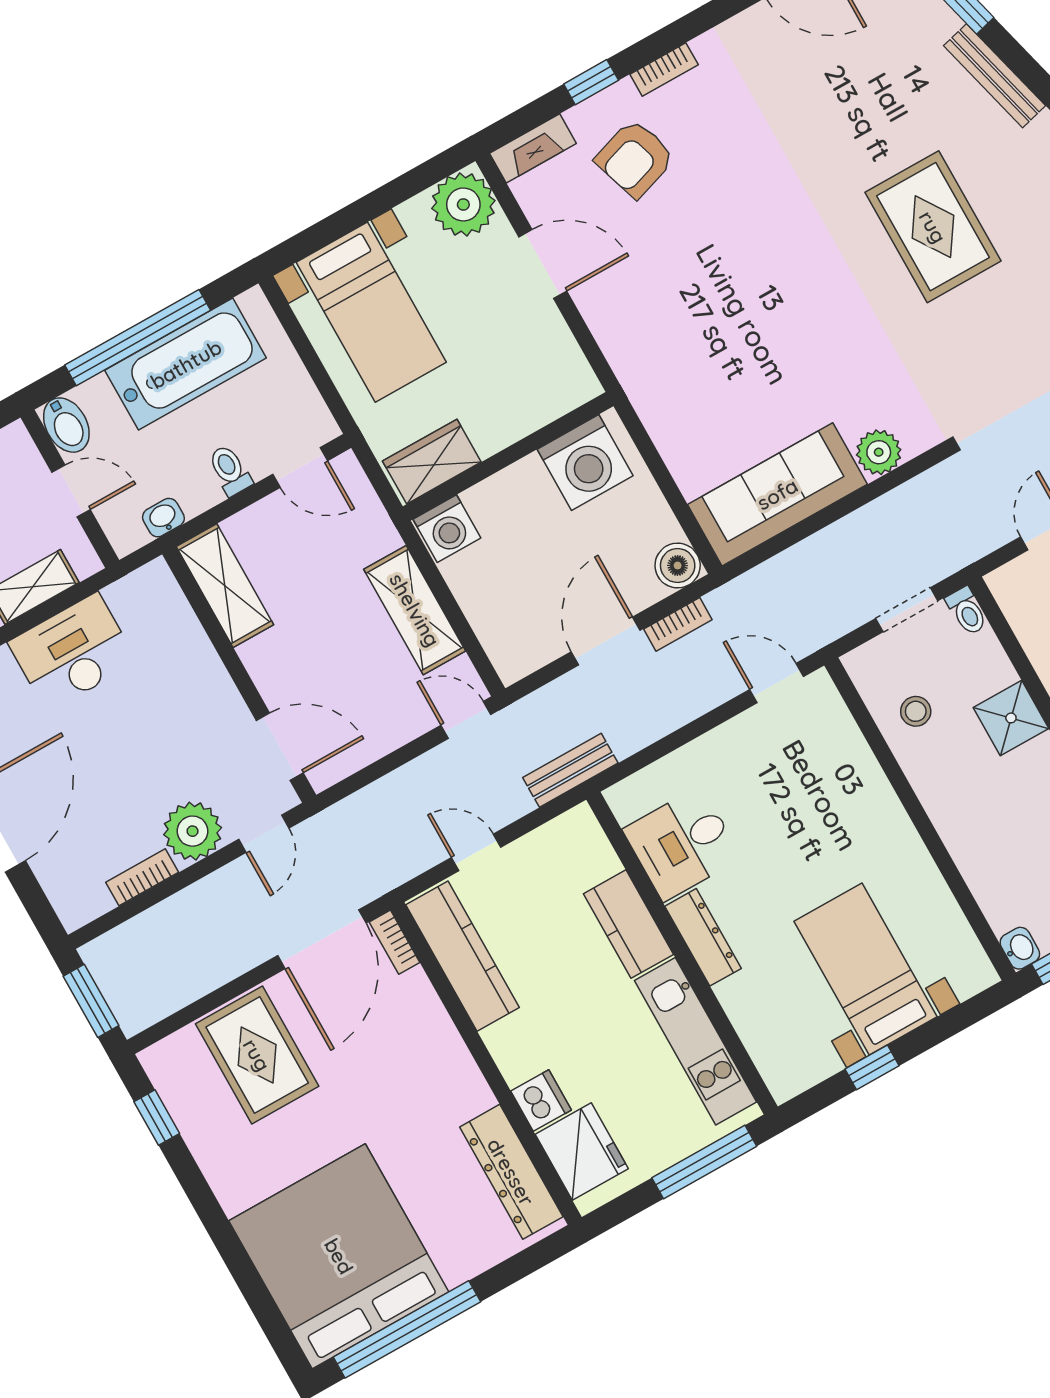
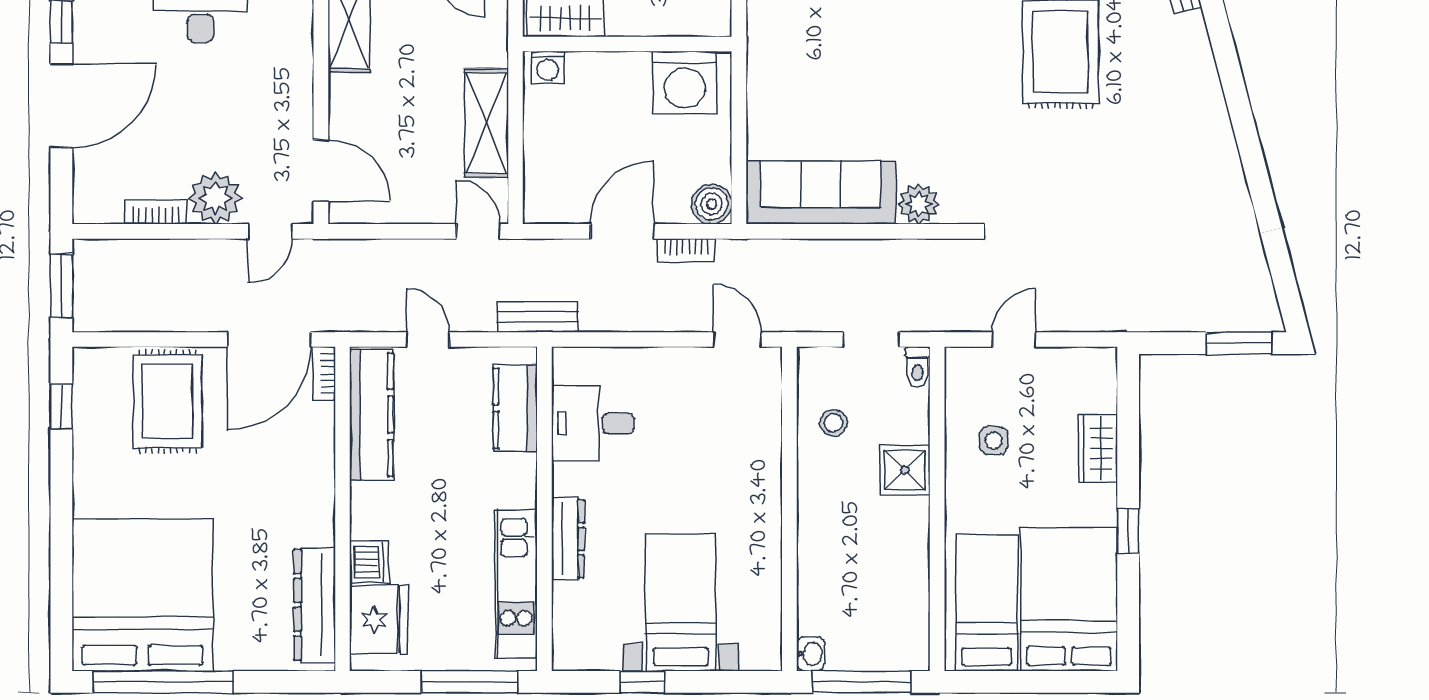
washing machine: (447, 529) -> (548, 67), width x0.73, depth x0.73
kitchen counter: (628, 924) -> (515, 408), moved
dresser: (703, 937) -> (568, 539), moved

